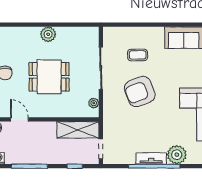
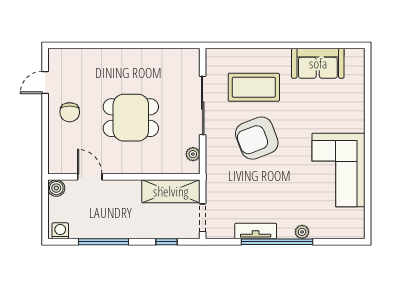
plant: (48, 34) -> (130, 59), removed
coffee table: (138, 55) -> (254, 87), width x1.86, depth x1.72
plant: (177, 155) -> (302, 232), width x0.53, depth x0.53
tv unit: (151, 158) -> (256, 231), moved

